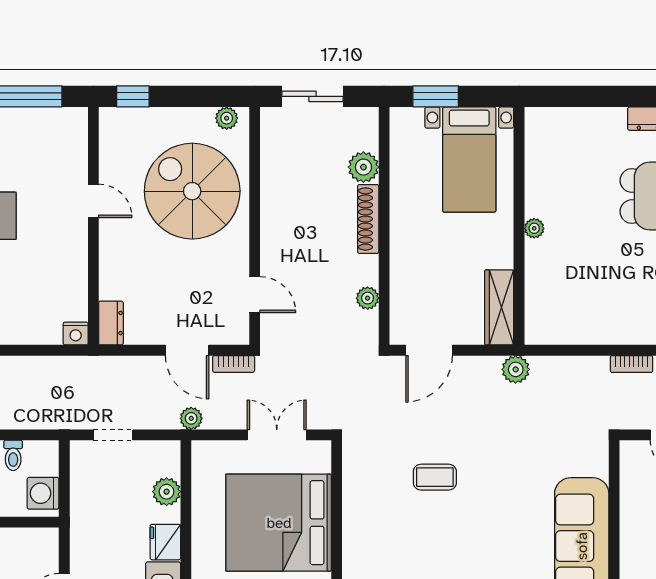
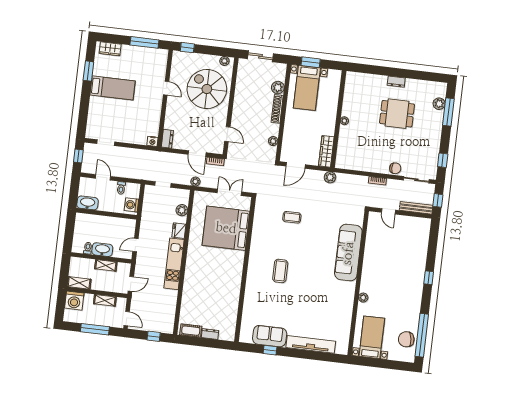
bed with nightstands: (469, 160) -> (307, 88), moved

